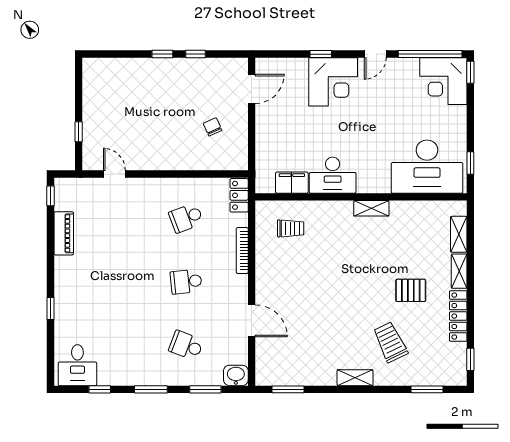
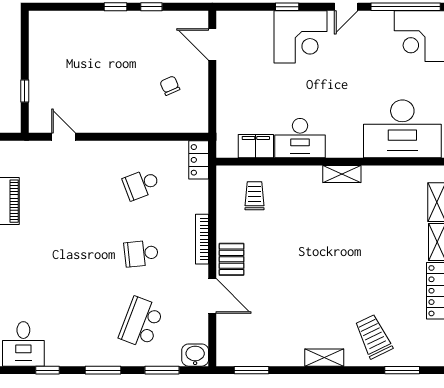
door: (252, 89) -> (212, 44), swing flipped
trolley: (291, 228) -> (255, 196), turned -90
bookcase: (242, 251) -> (202, 239), moved
pallet: (411, 290) -> (232, 259), moved, turned 90
trolley: (390, 342) -> (373, 337), moved
school desk: (186, 345) -> (141, 323), width x1.85

